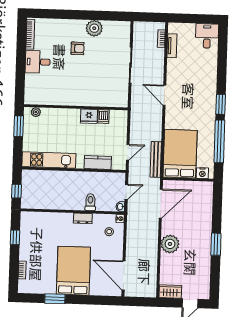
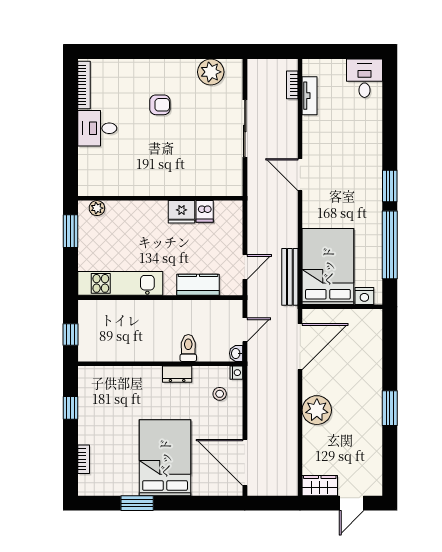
plant: (94, 28) -> (211, 72), moved

